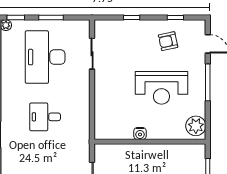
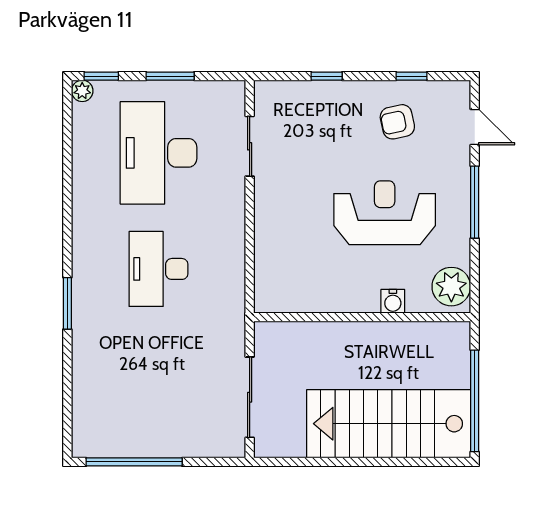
reception desk: (161, 88) -> (385, 213), turned 180
desk: (45, 117) -> (159, 269), width x1.37
water cooler: (140, 133) -> (393, 301), moved

